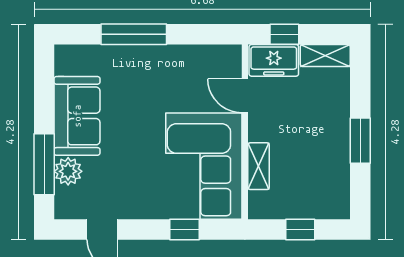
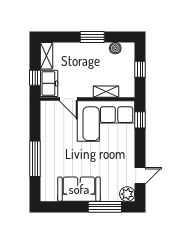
door: (245, 96) -> (68, 99), hinge flipped
plant: (68, 171) -> (127, 194), moved
boiler: (339, 183) -> (115, 48), added
window: (184, 230) -> (140, 120), moved

